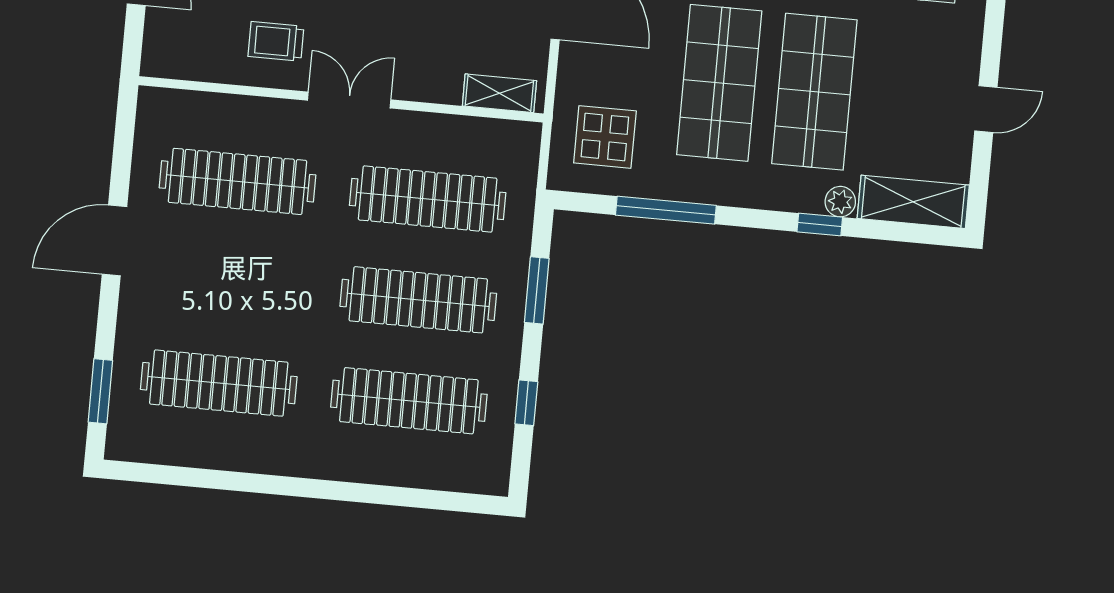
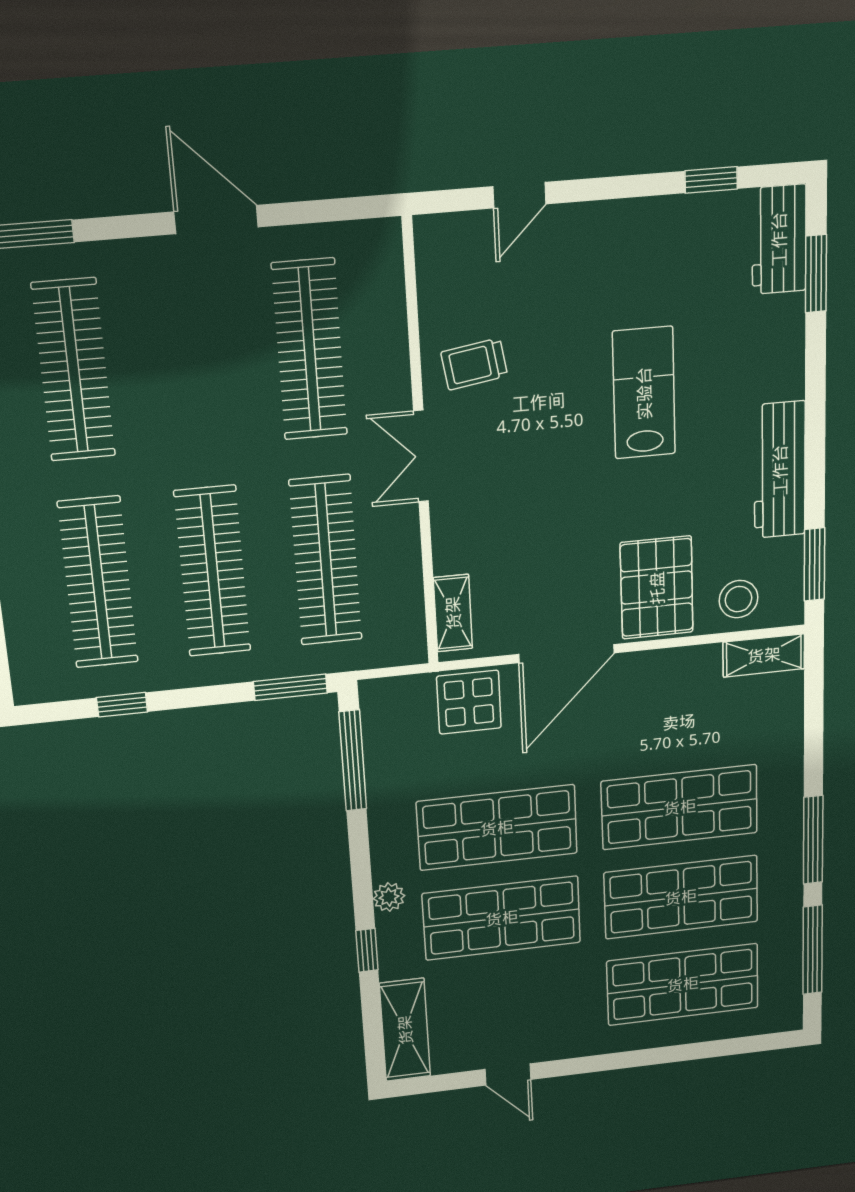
trolley: (276, 41) -> (474, 364), turned -99
double door: (349, 100) -> (421, 456), swing flipped
display table: (605, 137) -> (469, 702), moved
plant: (840, 202) -> (389, 897), moved
window: (666, 210) -> (353, 761), moved
window: (537, 290) -> (290, 687), moved

